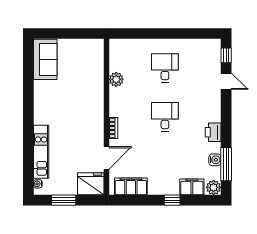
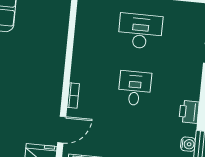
desk: (165, 68) -> (140, 31), width x1.37
plant: (116, 79) -> (82, 39), removed

